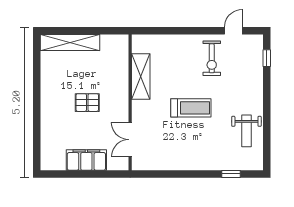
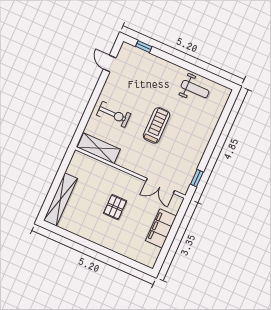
exercise bike: (212, 58) -> (114, 114), moved
shelving: (141, 76) -> (99, 148), moved
window: (231, 174) -> (197, 178), moved

